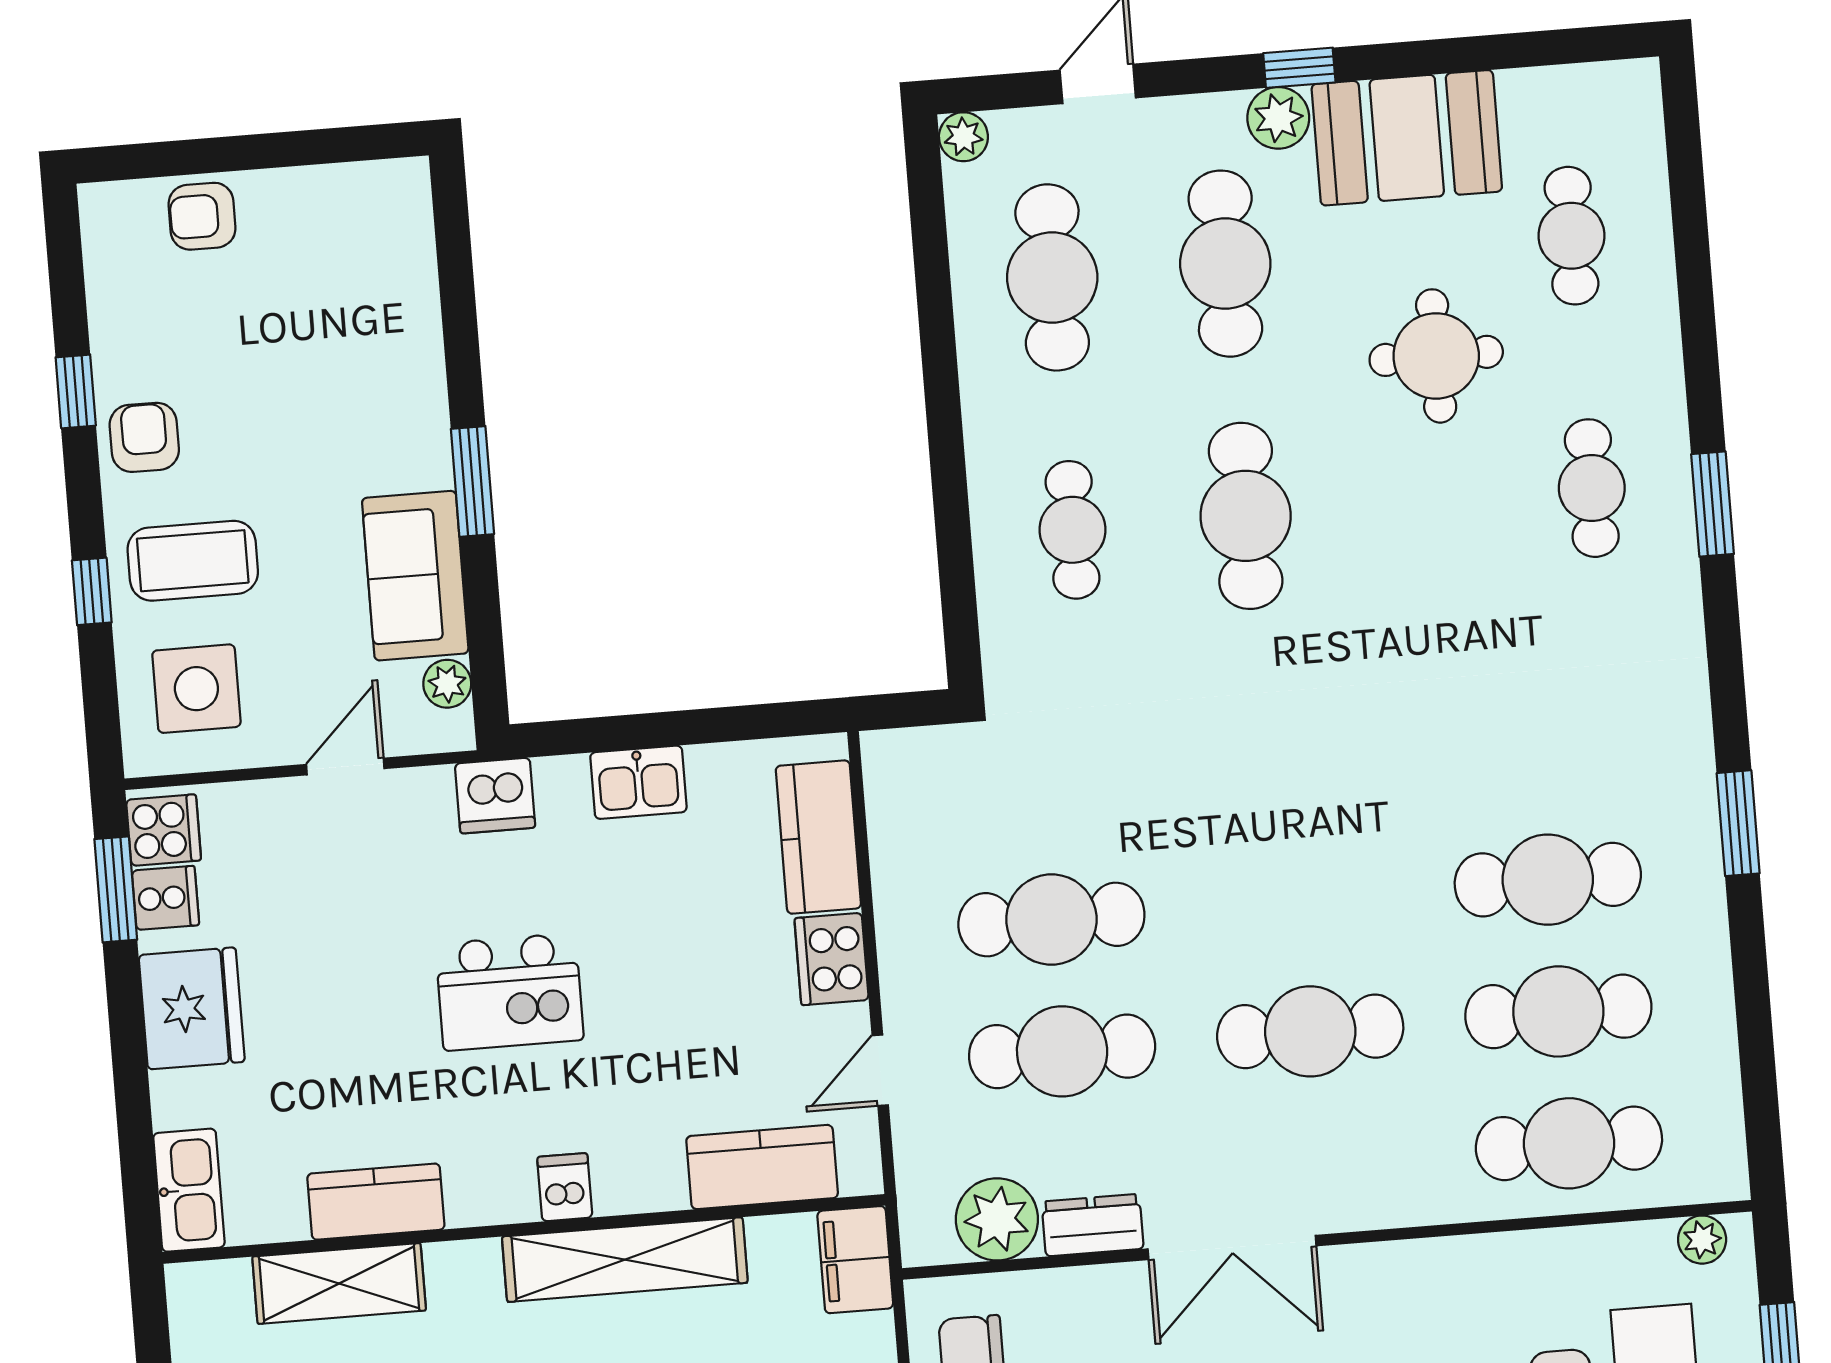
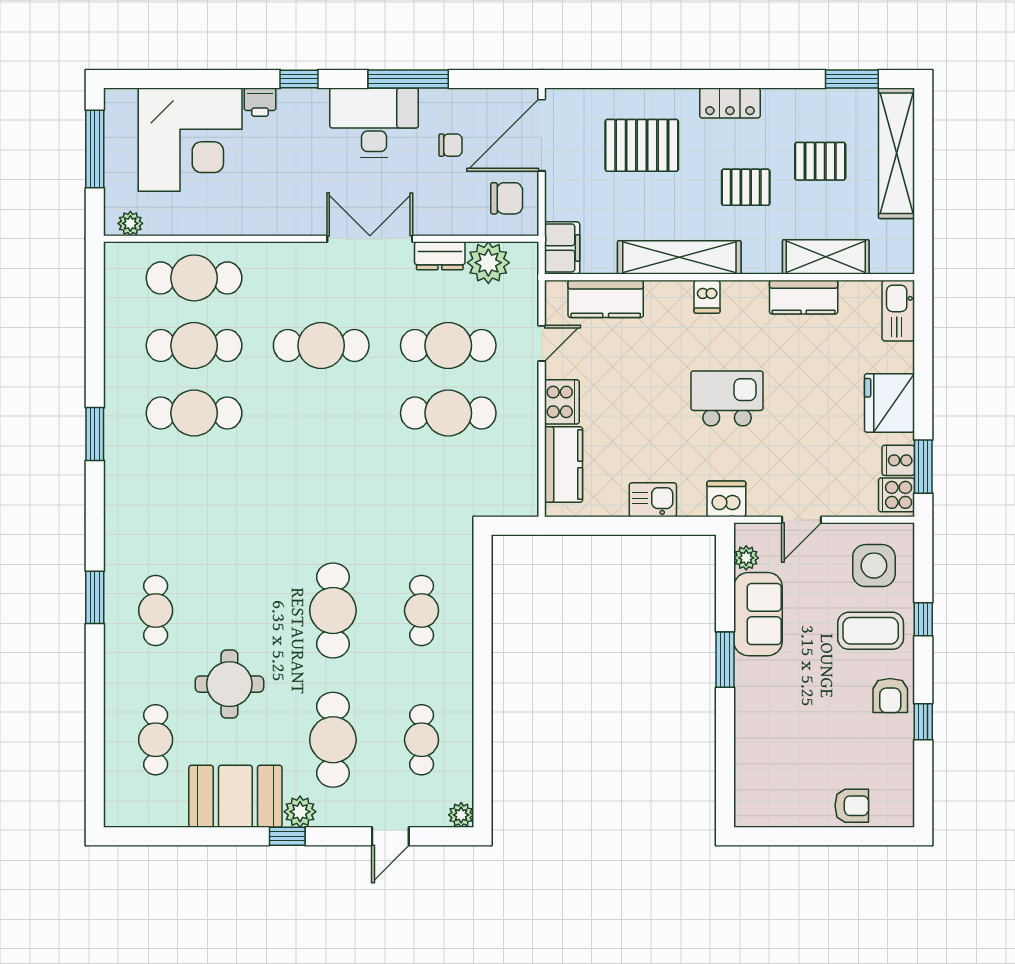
cafe table: (1052, 277) -> (422, 740), width x0.73, depth x0.74

